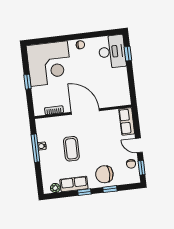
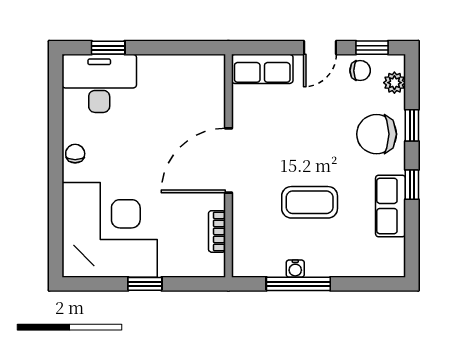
chair: (104, 174) -> (377, 134), turned 90
plant: (55, 188) -> (394, 83), moved

